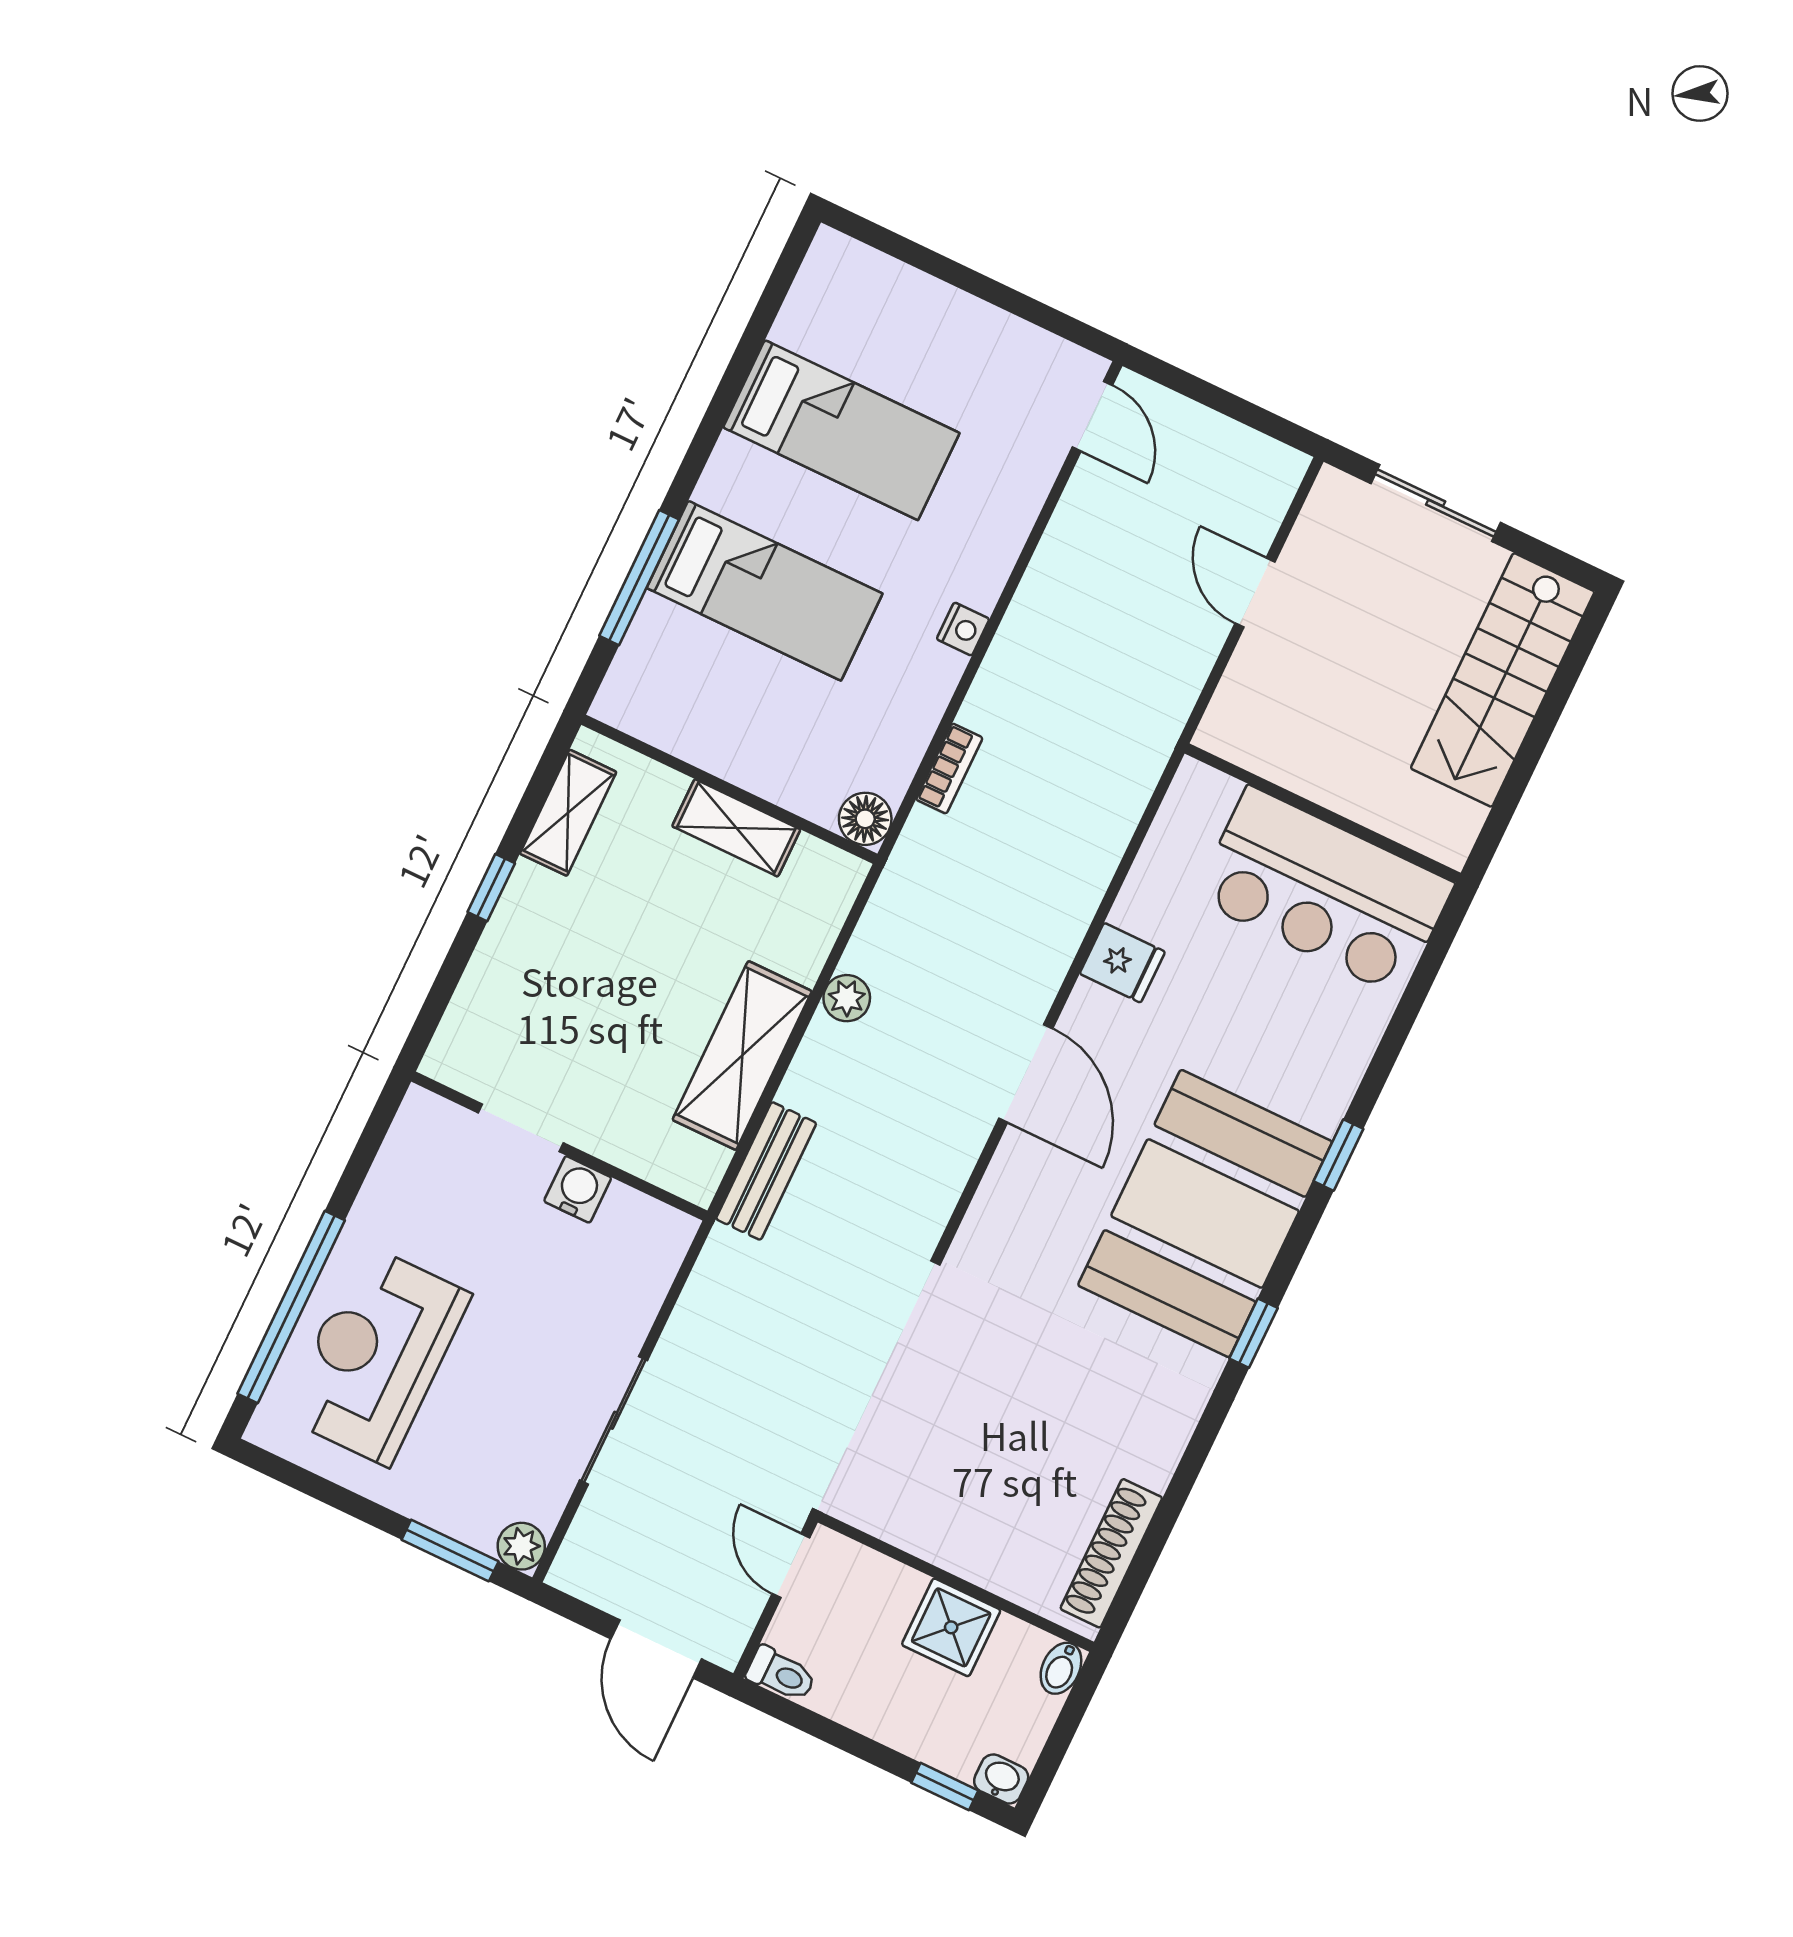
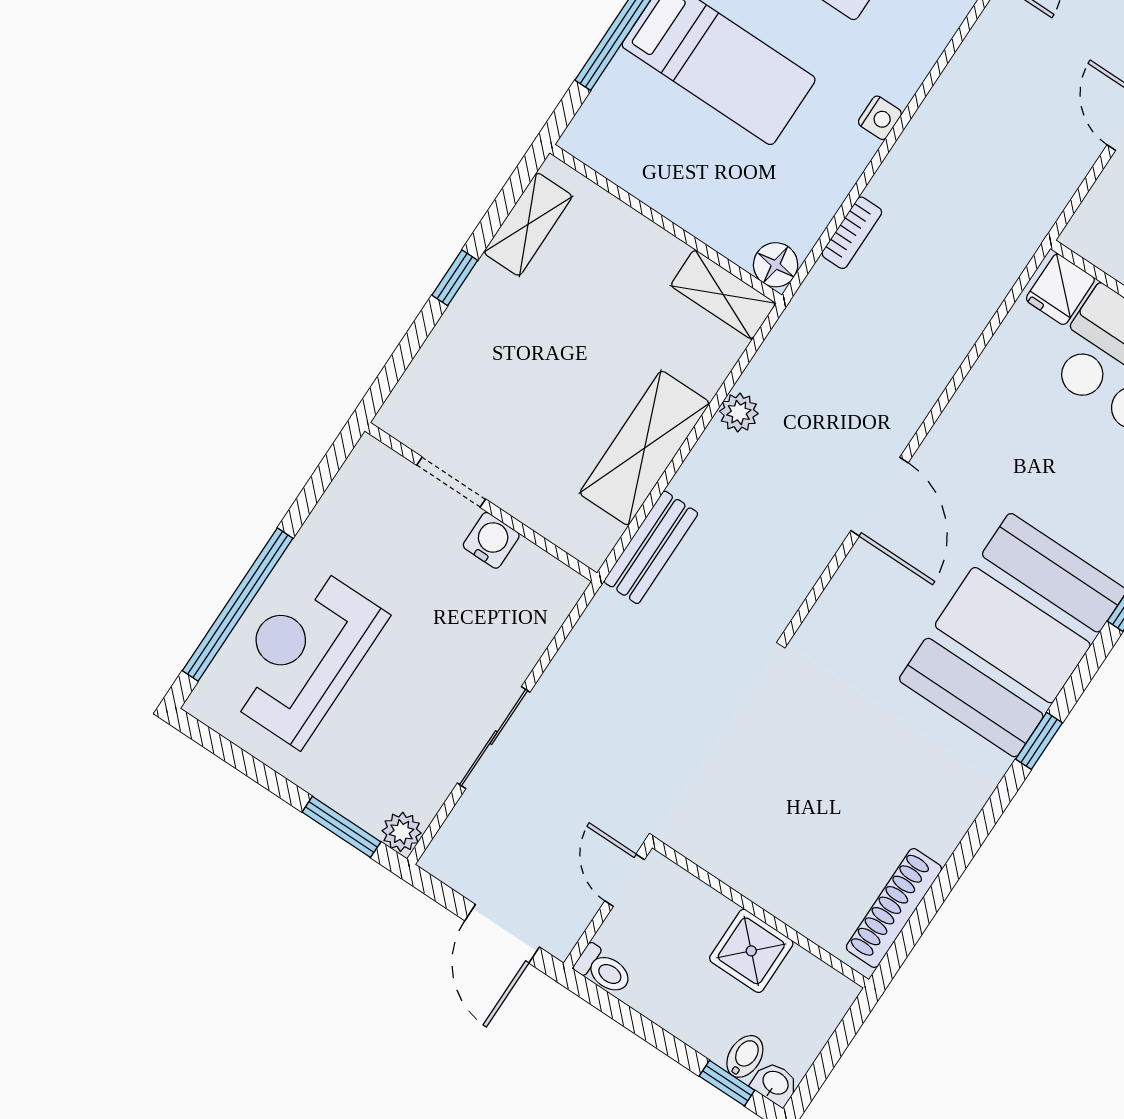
shelving: (736, 828) -> (723, 294), moved
fridge: (1122, 963) -> (1060, 289), moved, turned 90
bidet: (1061, 1668) -> (745, 1056), moved, turned 180

